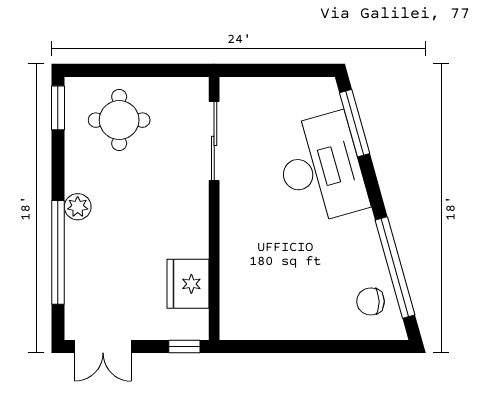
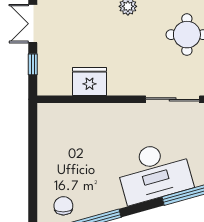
fridge: (188, 284) -> (90, 82), moved
window: (184, 347) -> (33, 64), moved

